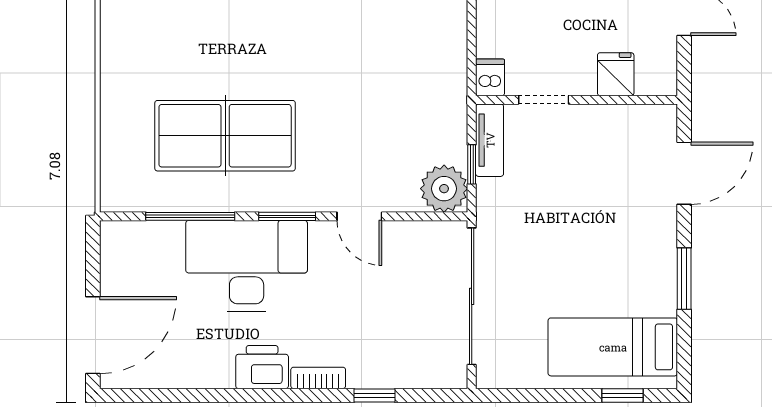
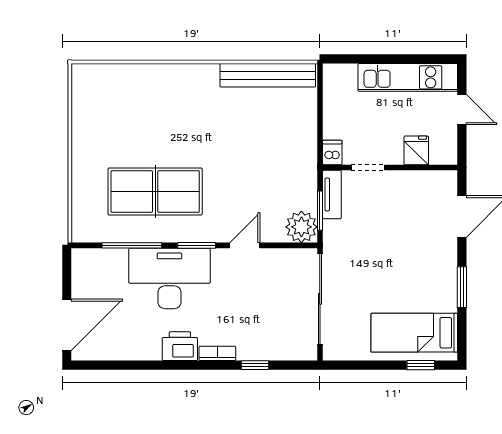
window: (472, 164) -> (320, 211), width x1.50
door: (359, 216) -> (245, 245), swing flipped

